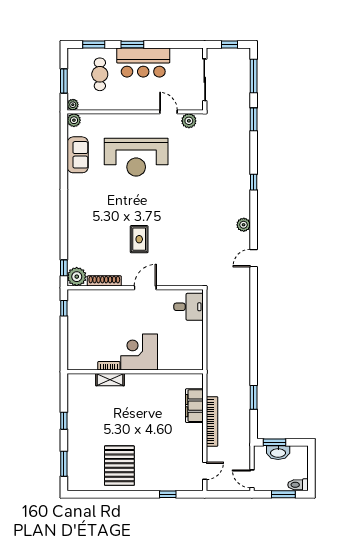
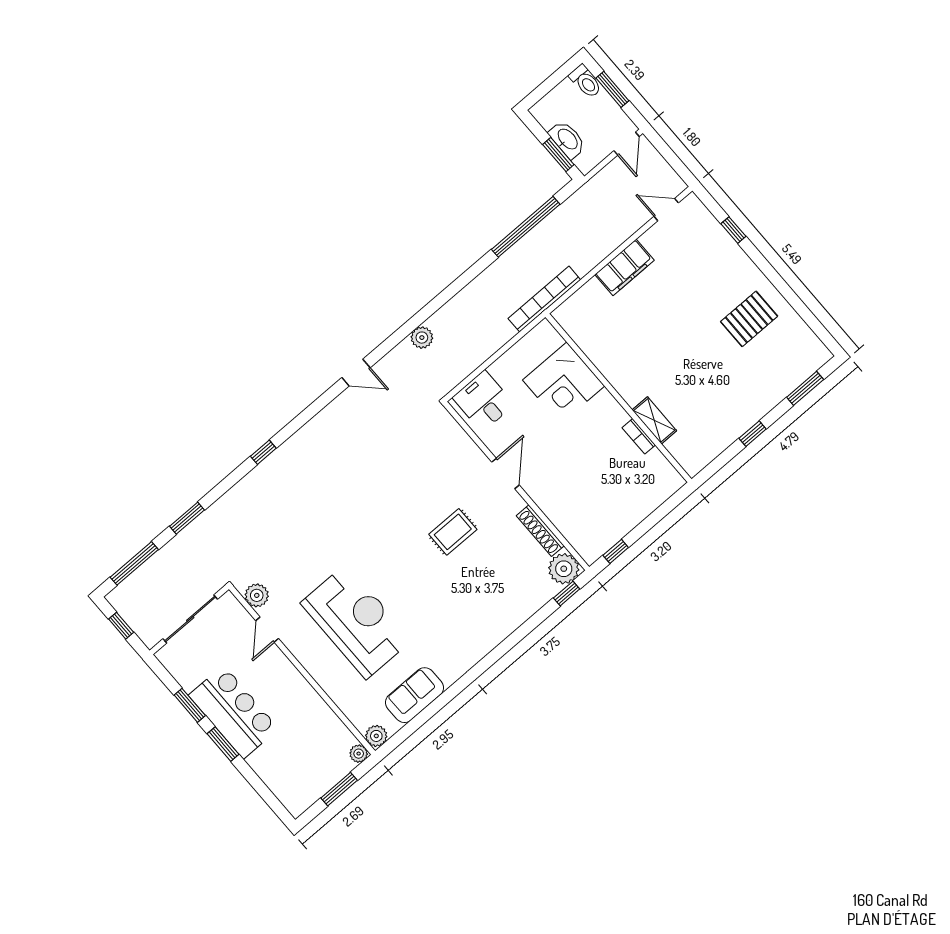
window: (94, 45) -> (190, 705), moved
cafe table: (100, 74) -> (293, 753), removed
plant: (244, 225) -> (422, 338), moved
door: (145, 288) -> (506, 474), swing flipped
corner desk: (139, 352) -> (564, 383), moved
window: (254, 397) -> (526, 227), width x2.11
filing cabinet: (194, 406) -> (624, 267), moved
bookcase: (212, 421) -> (544, 299), moved
pallet: (119, 466) -> (749, 319), width x0.73, depth x0.71

